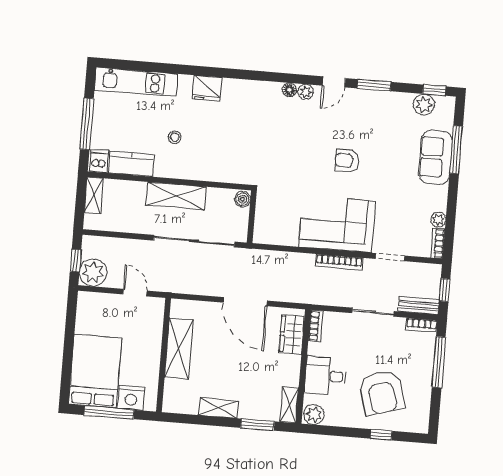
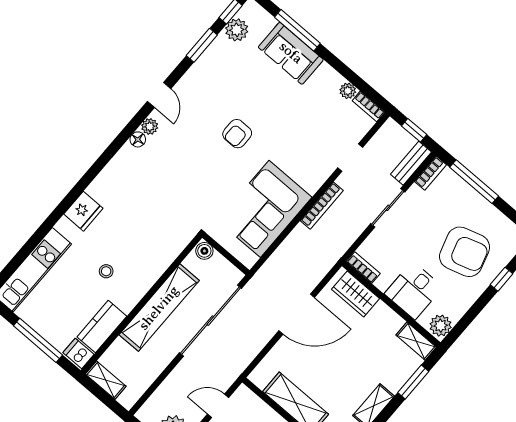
window: (374, 85) -> (202, 45), moved
shelving: (176, 196) -> (159, 308), width x1.47
corner sofa: (337, 224) -> (265, 209), moved

